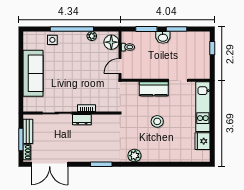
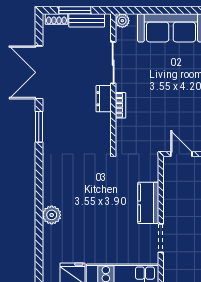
plant: (28, 107) -> (122, 21), added
stool: (157, 121) -> (101, 208), removed
plant: (134, 156) -> (52, 215), moved
double door: (50, 164) -> (39, 72), moved

